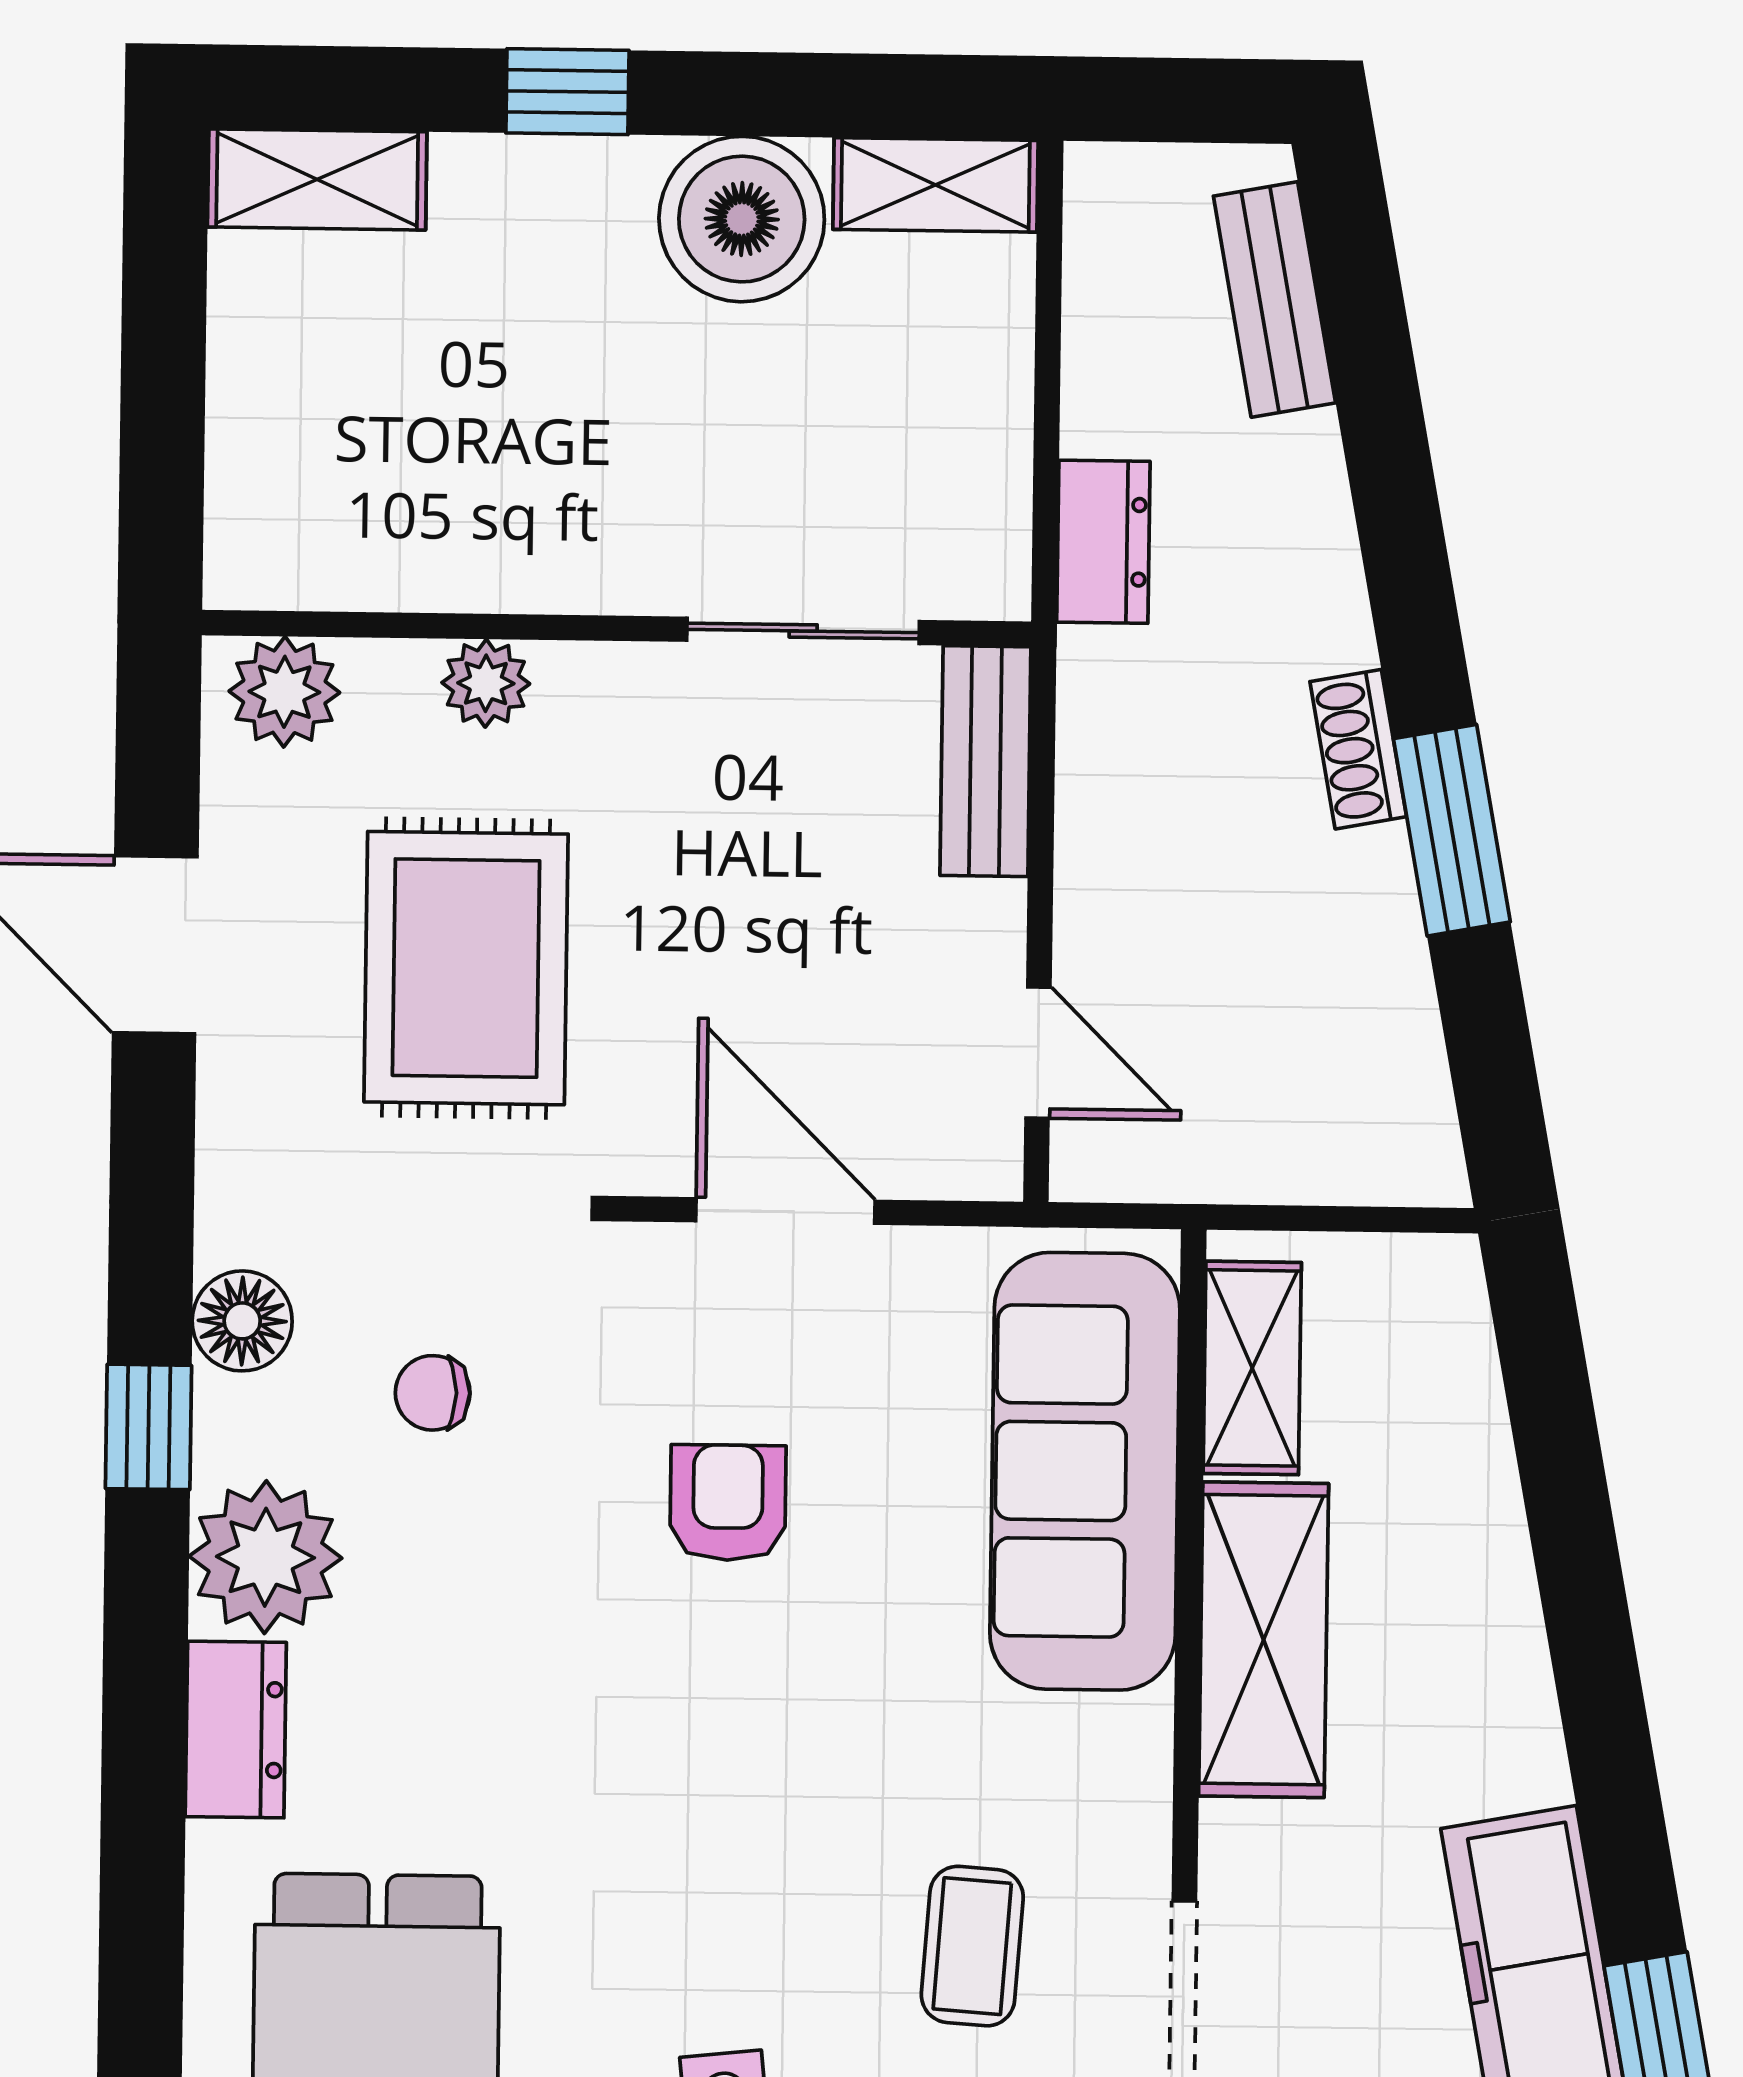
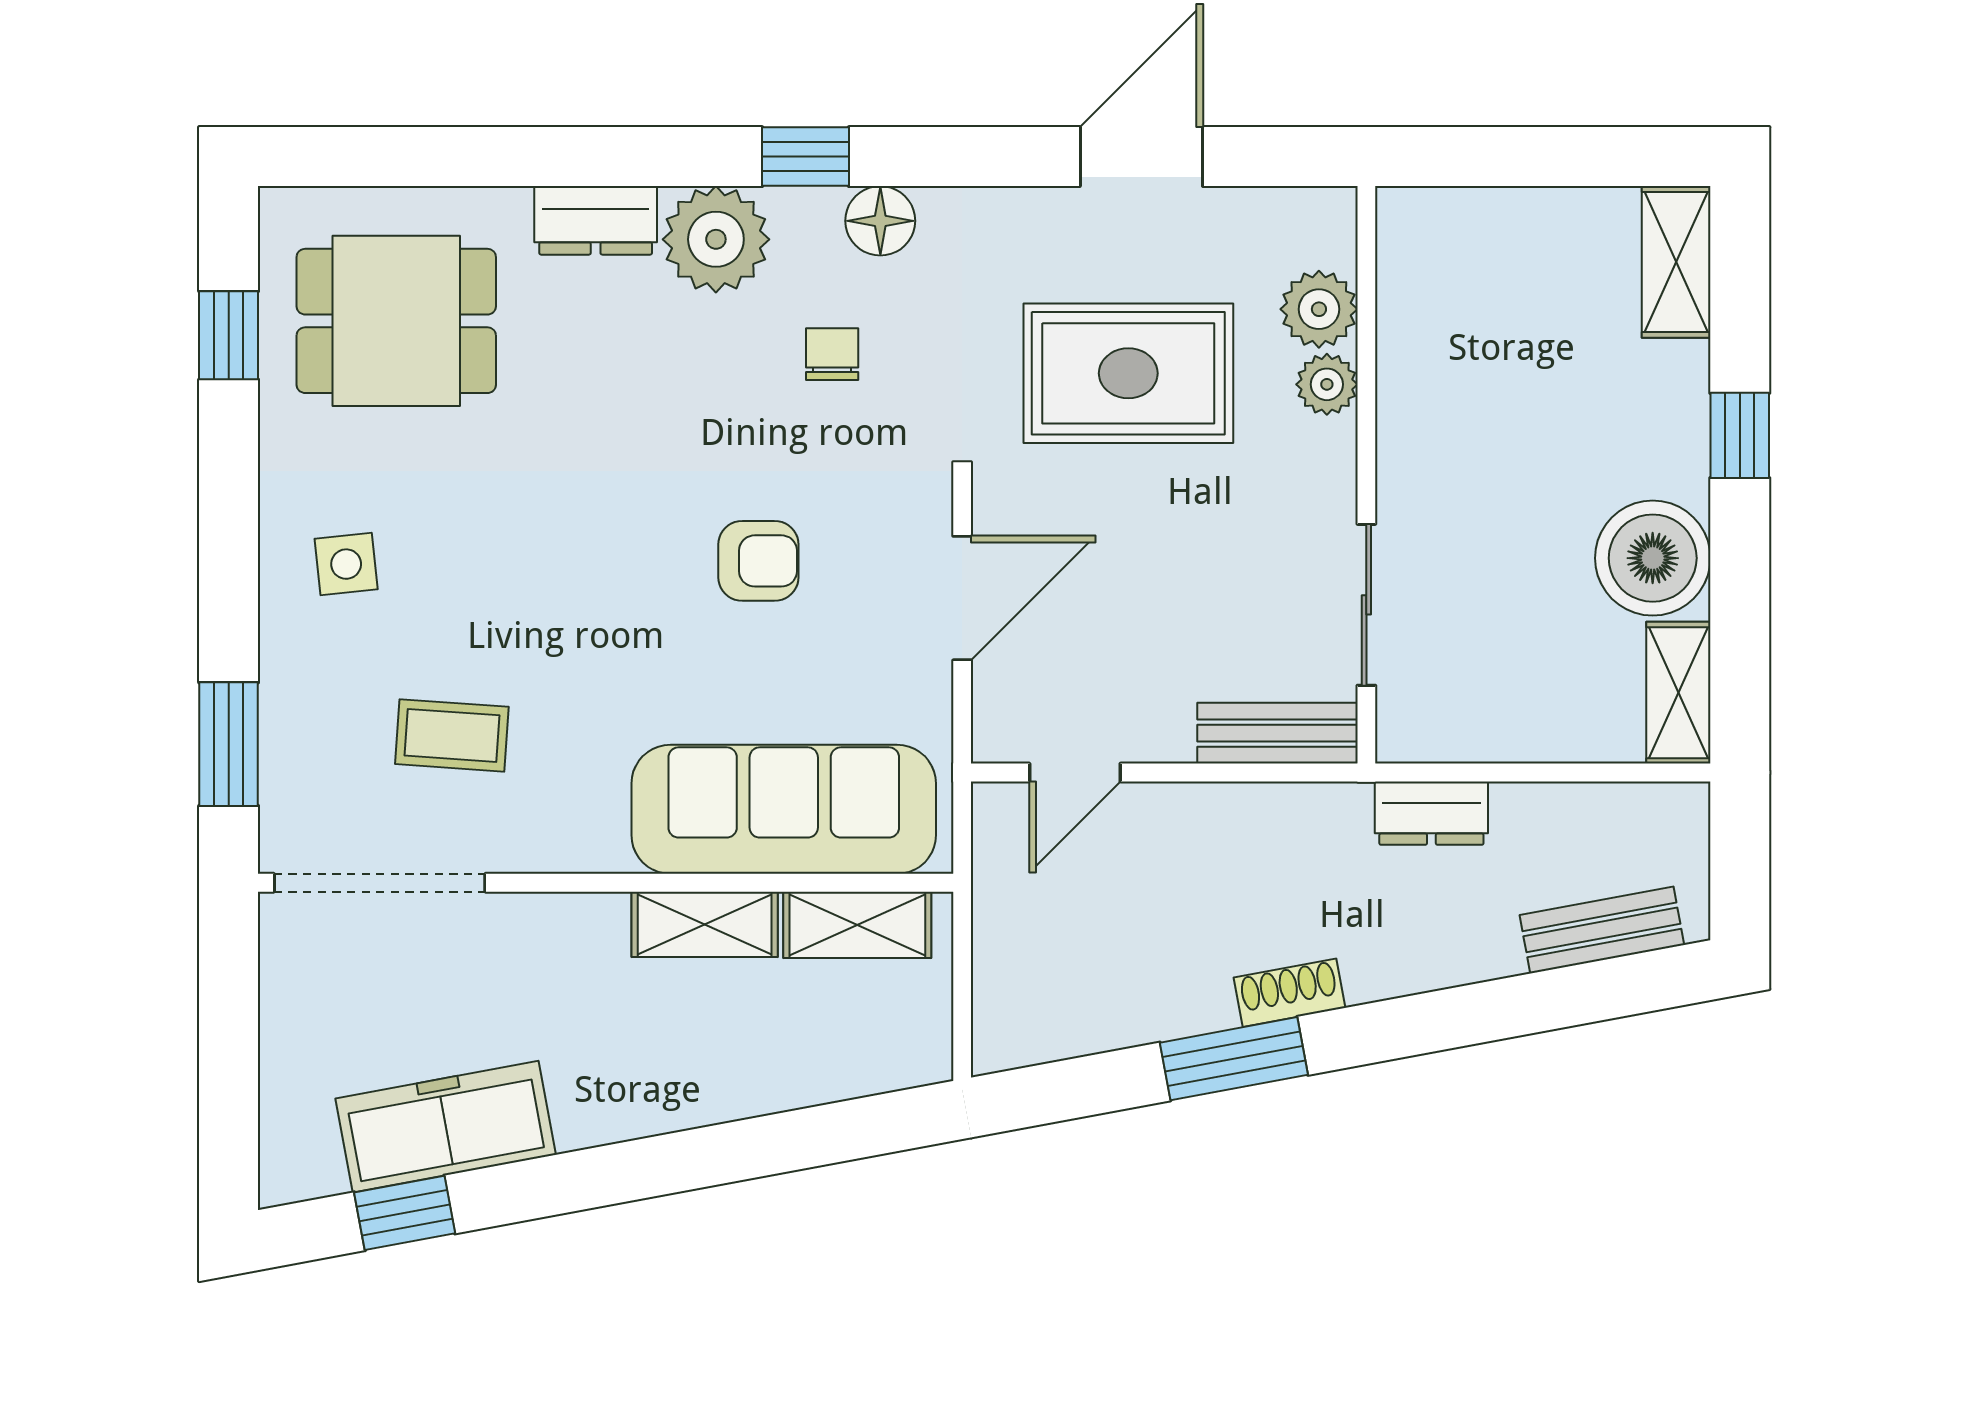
plant: (284, 692) -> (1319, 309), moved
shelving: (1264, 1640) -> (705, 924), width x0.67, depth x0.75

